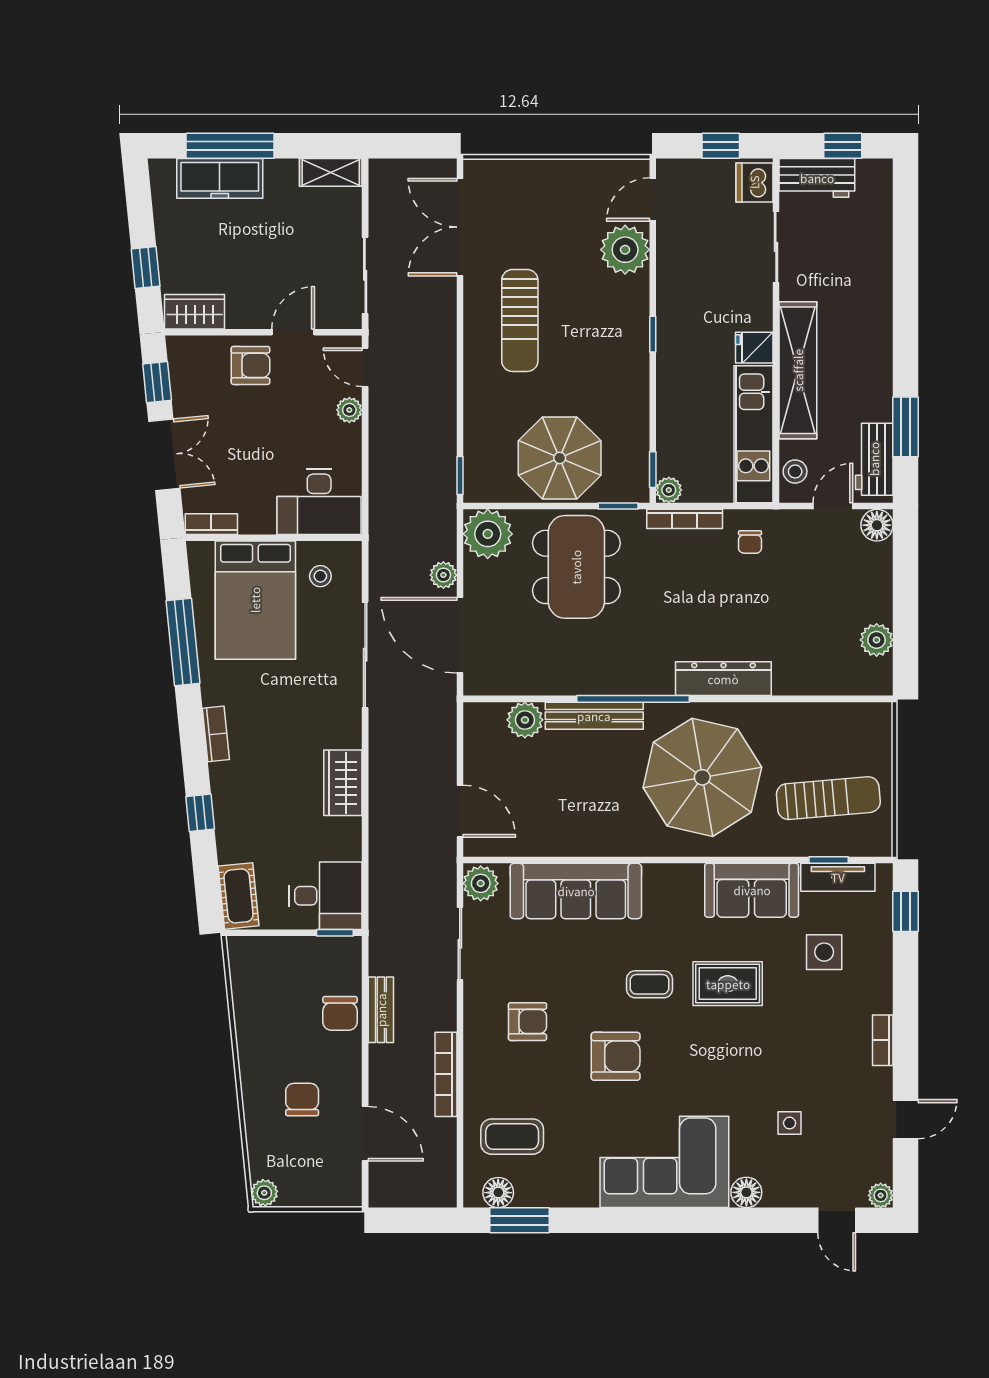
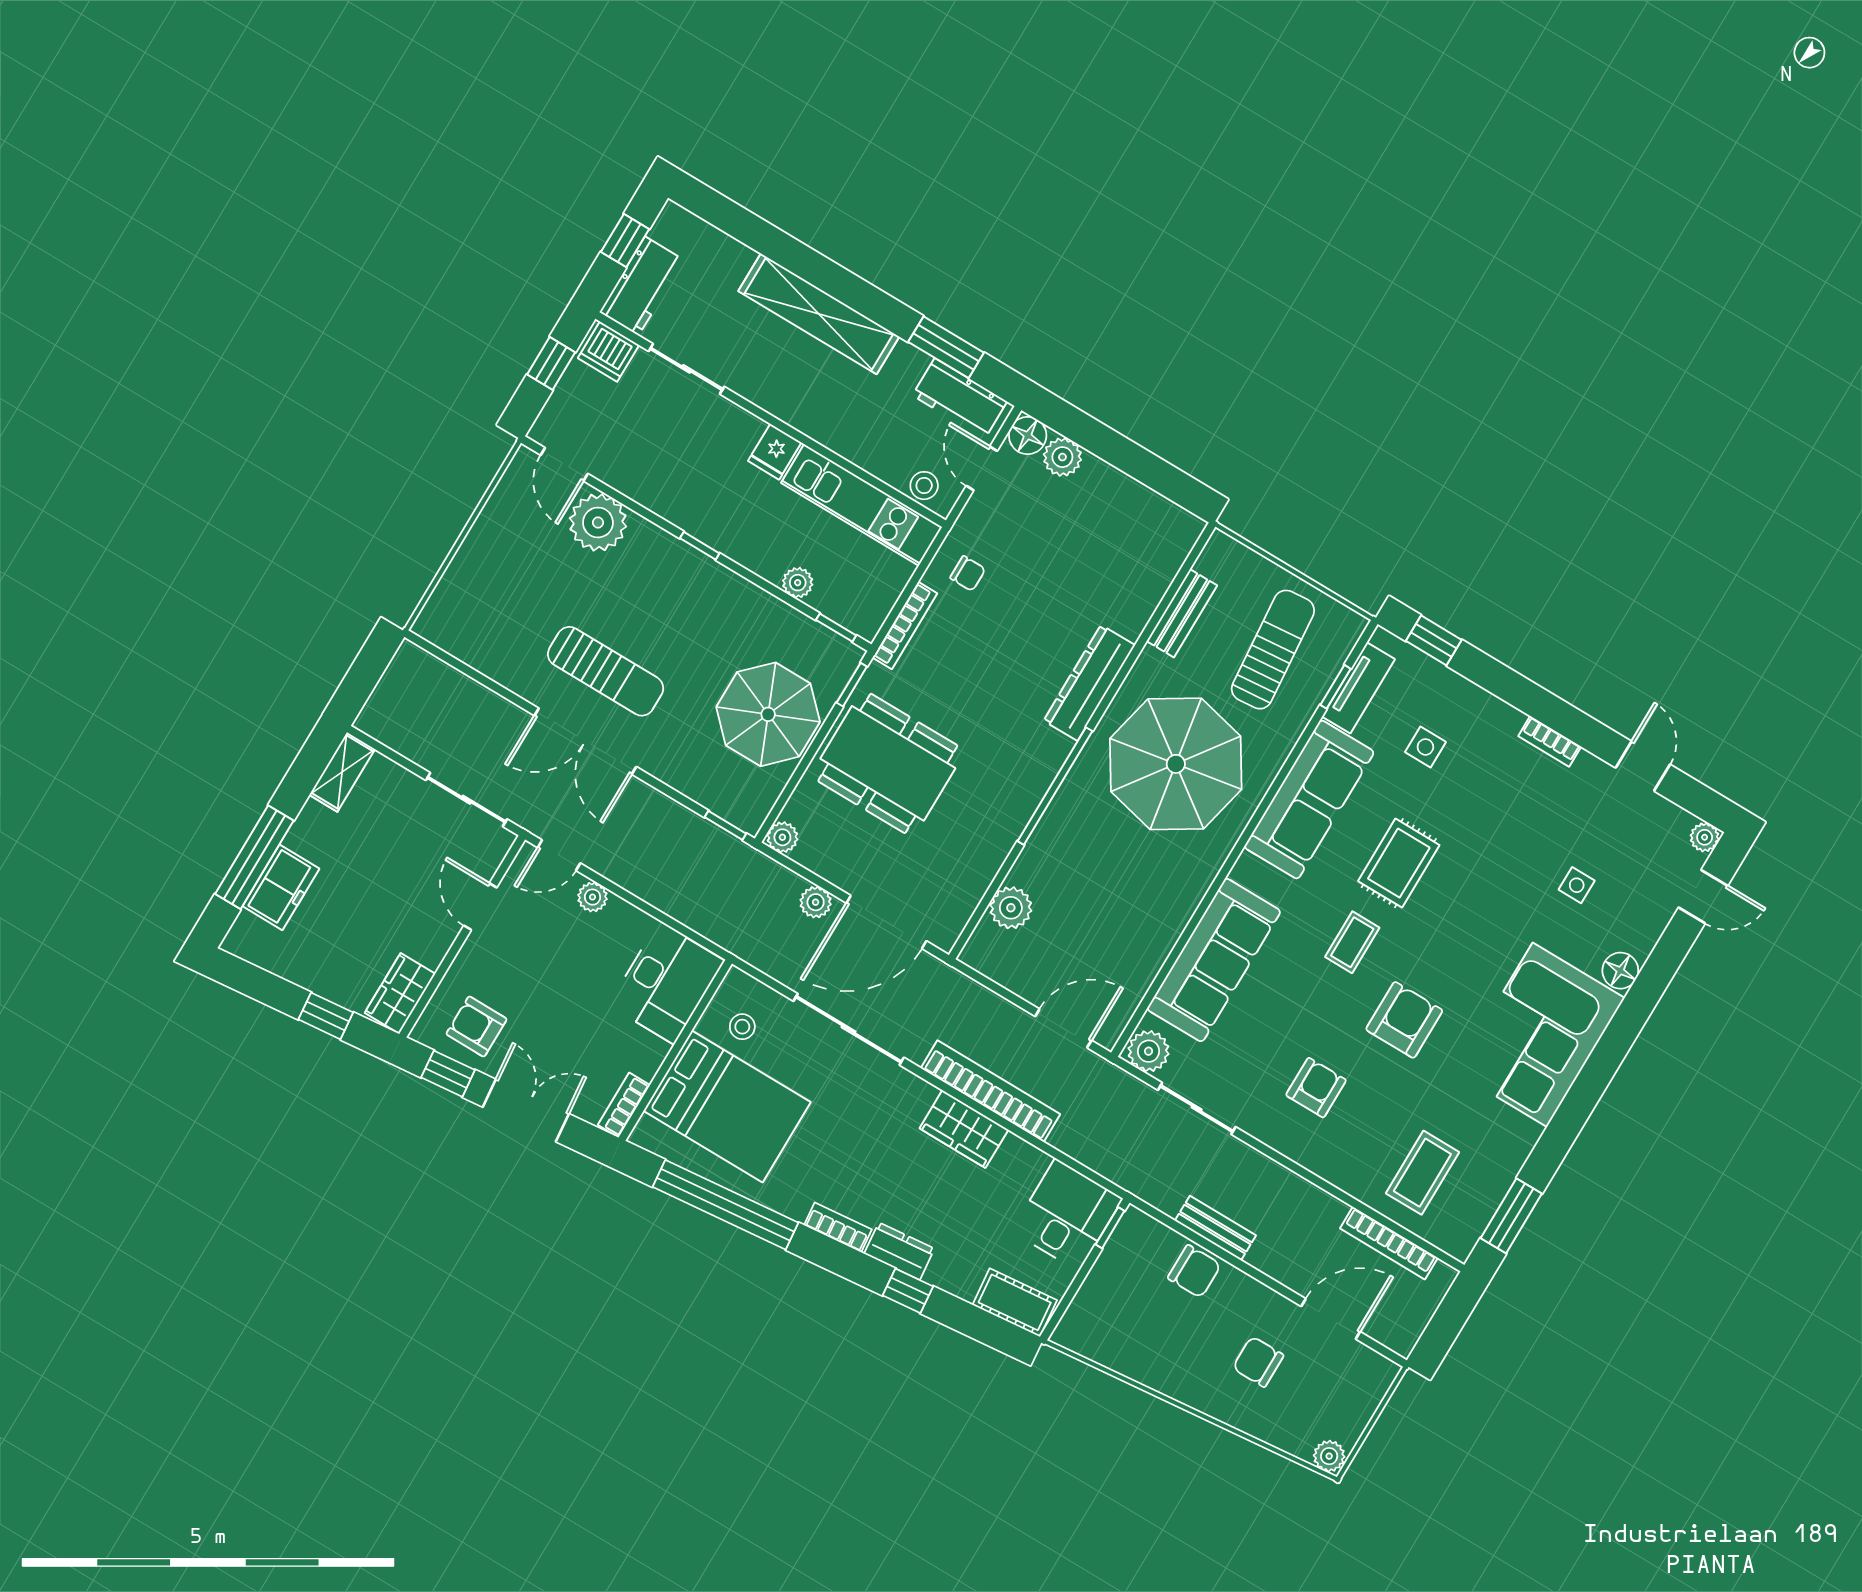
freezer: (220, 178) -> (281, 887), width x0.71
double door: (460, 227) -> (585, 741), moved
armchair: (251, 365) -> (476, 1026), moved, turned -90
shelving: (798, 370) -> (819, 314), moved
plant: (669, 490) -> (798, 583), moved
plant: (488, 534) -> (782, 837), width x0.53, depth x0.53
plant: (877, 640) -> (1062, 457), moved
window: (183, 642) -> (726, 1205), width x1.46
bench: (594, 716) -> (1182, 613), moved, width x0.73
bookcase: (382, 786) -> (990, 1091), added
dresser: (225, 789) -> (899, 1251), added
sofa: (752, 890) -> (1309, 800), width x1.36
side table: (824, 952) -> (1425, 747), width x0.73, depth x0.73
bookcase: (446, 1074) -> (1389, 1243), moved
floor lamp: (498, 1193) -> (1470, 1220), removed

